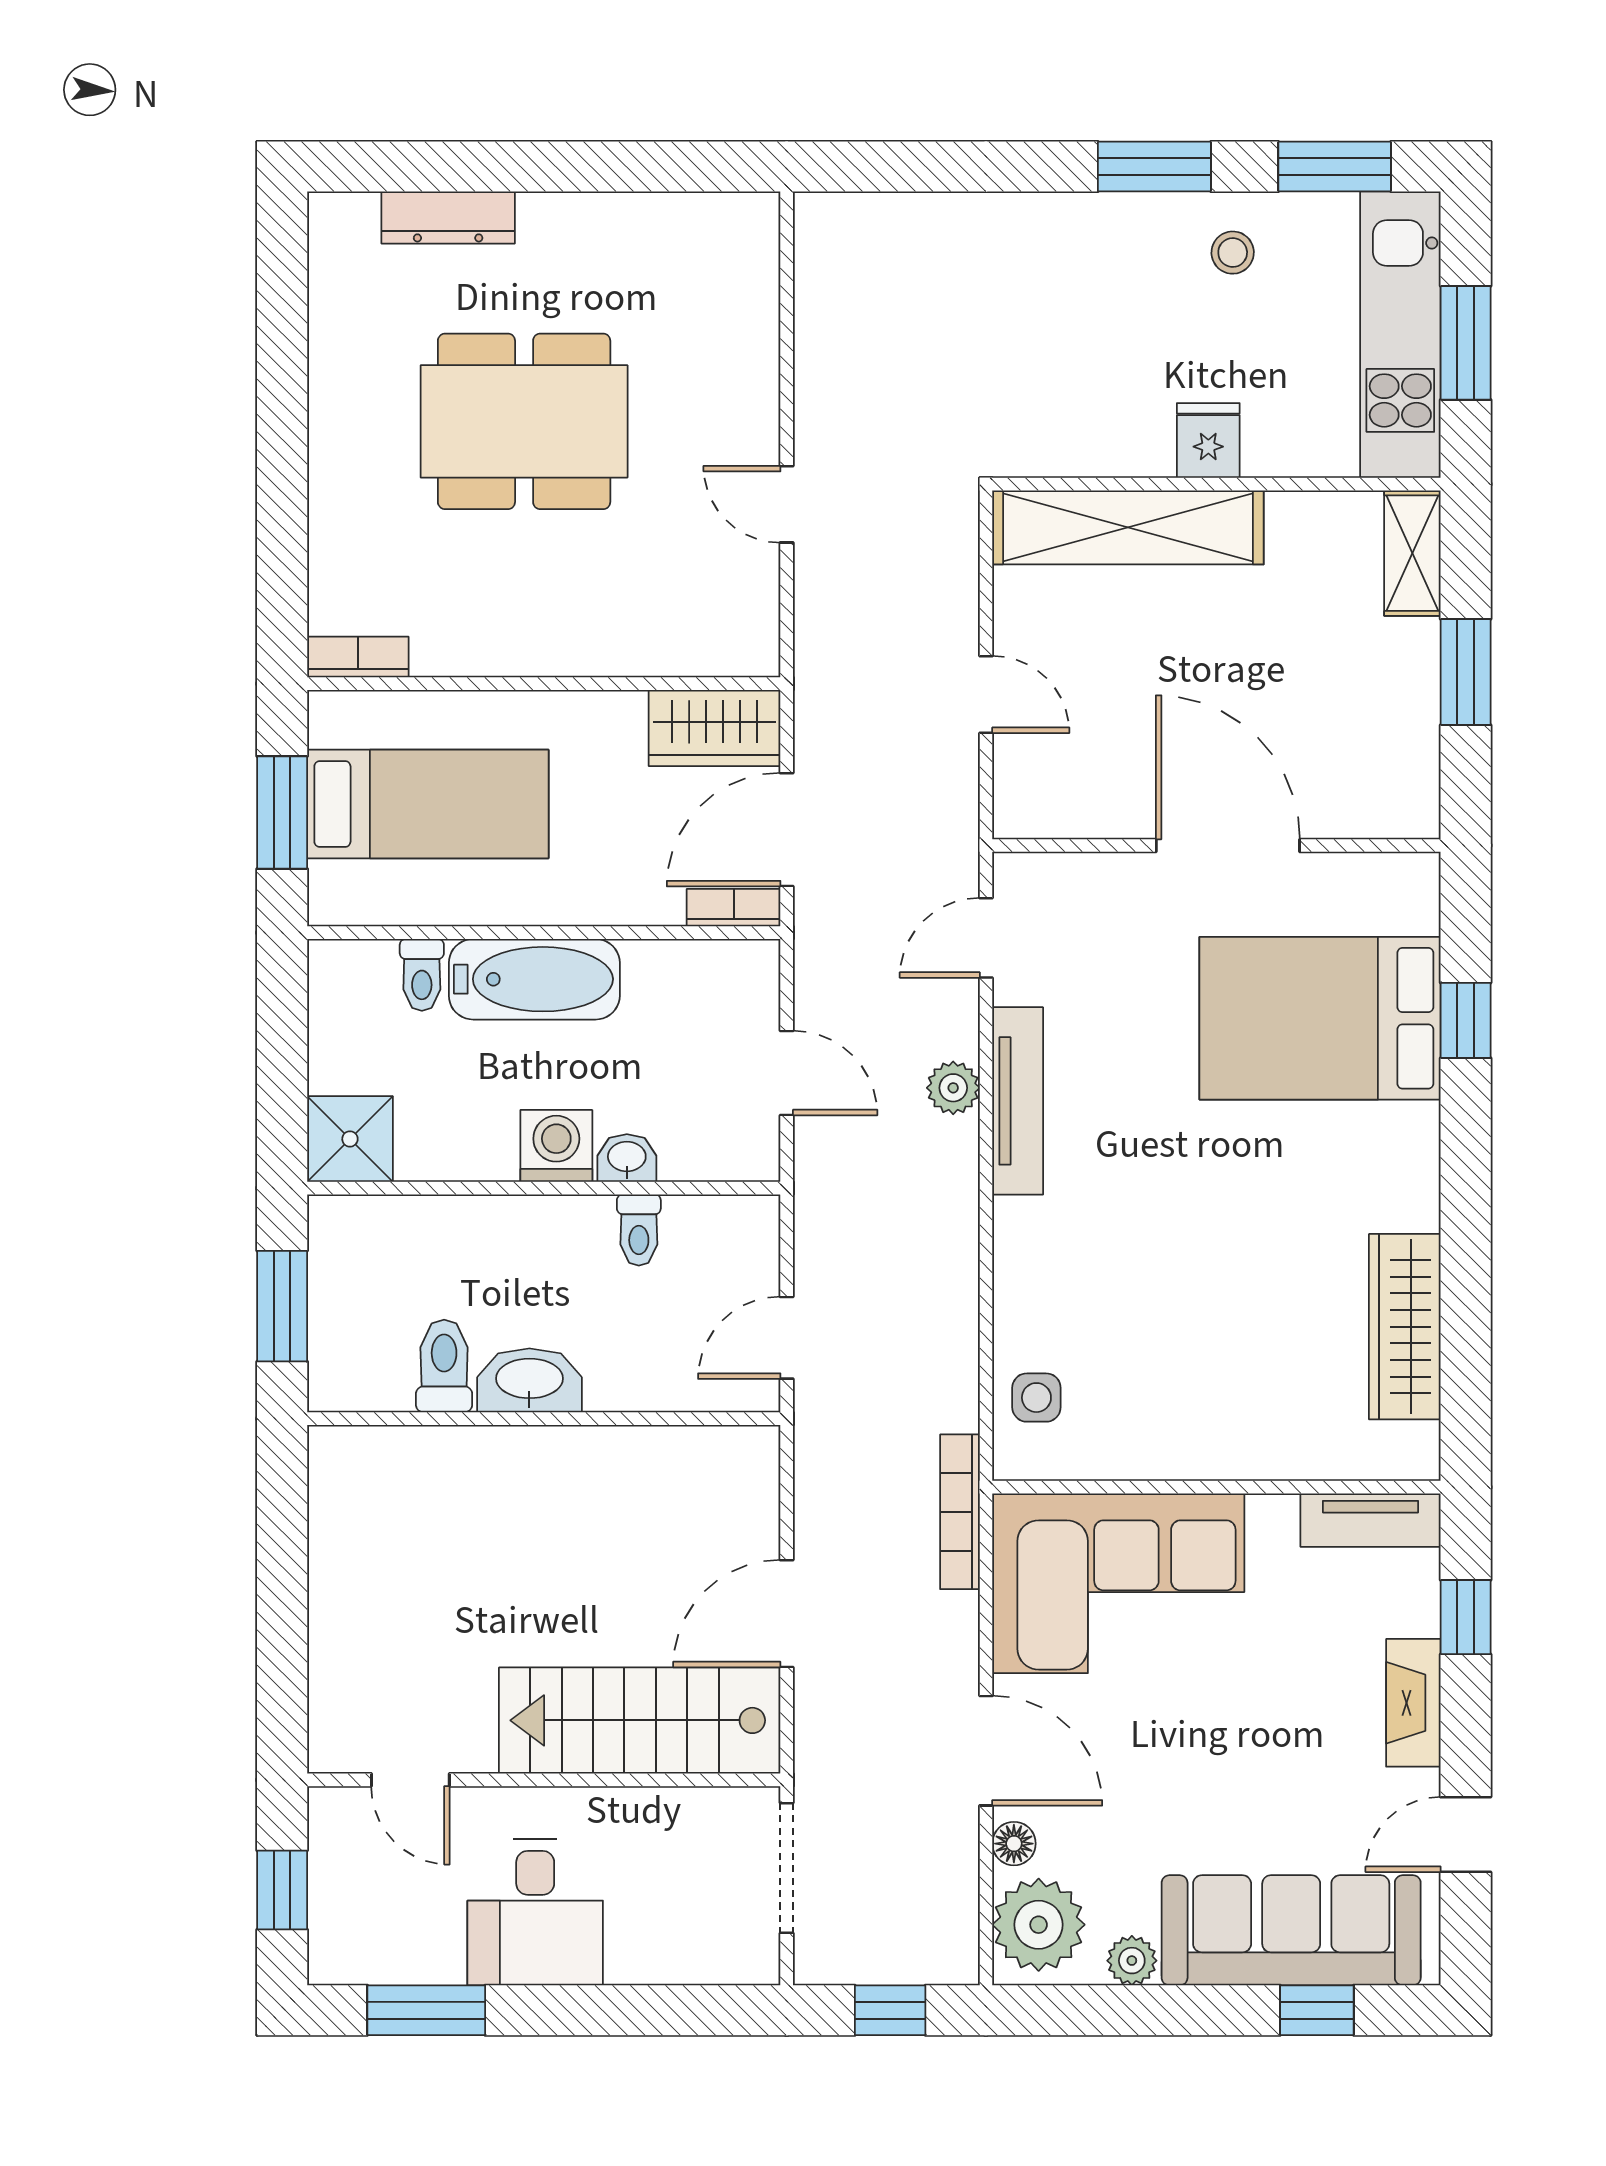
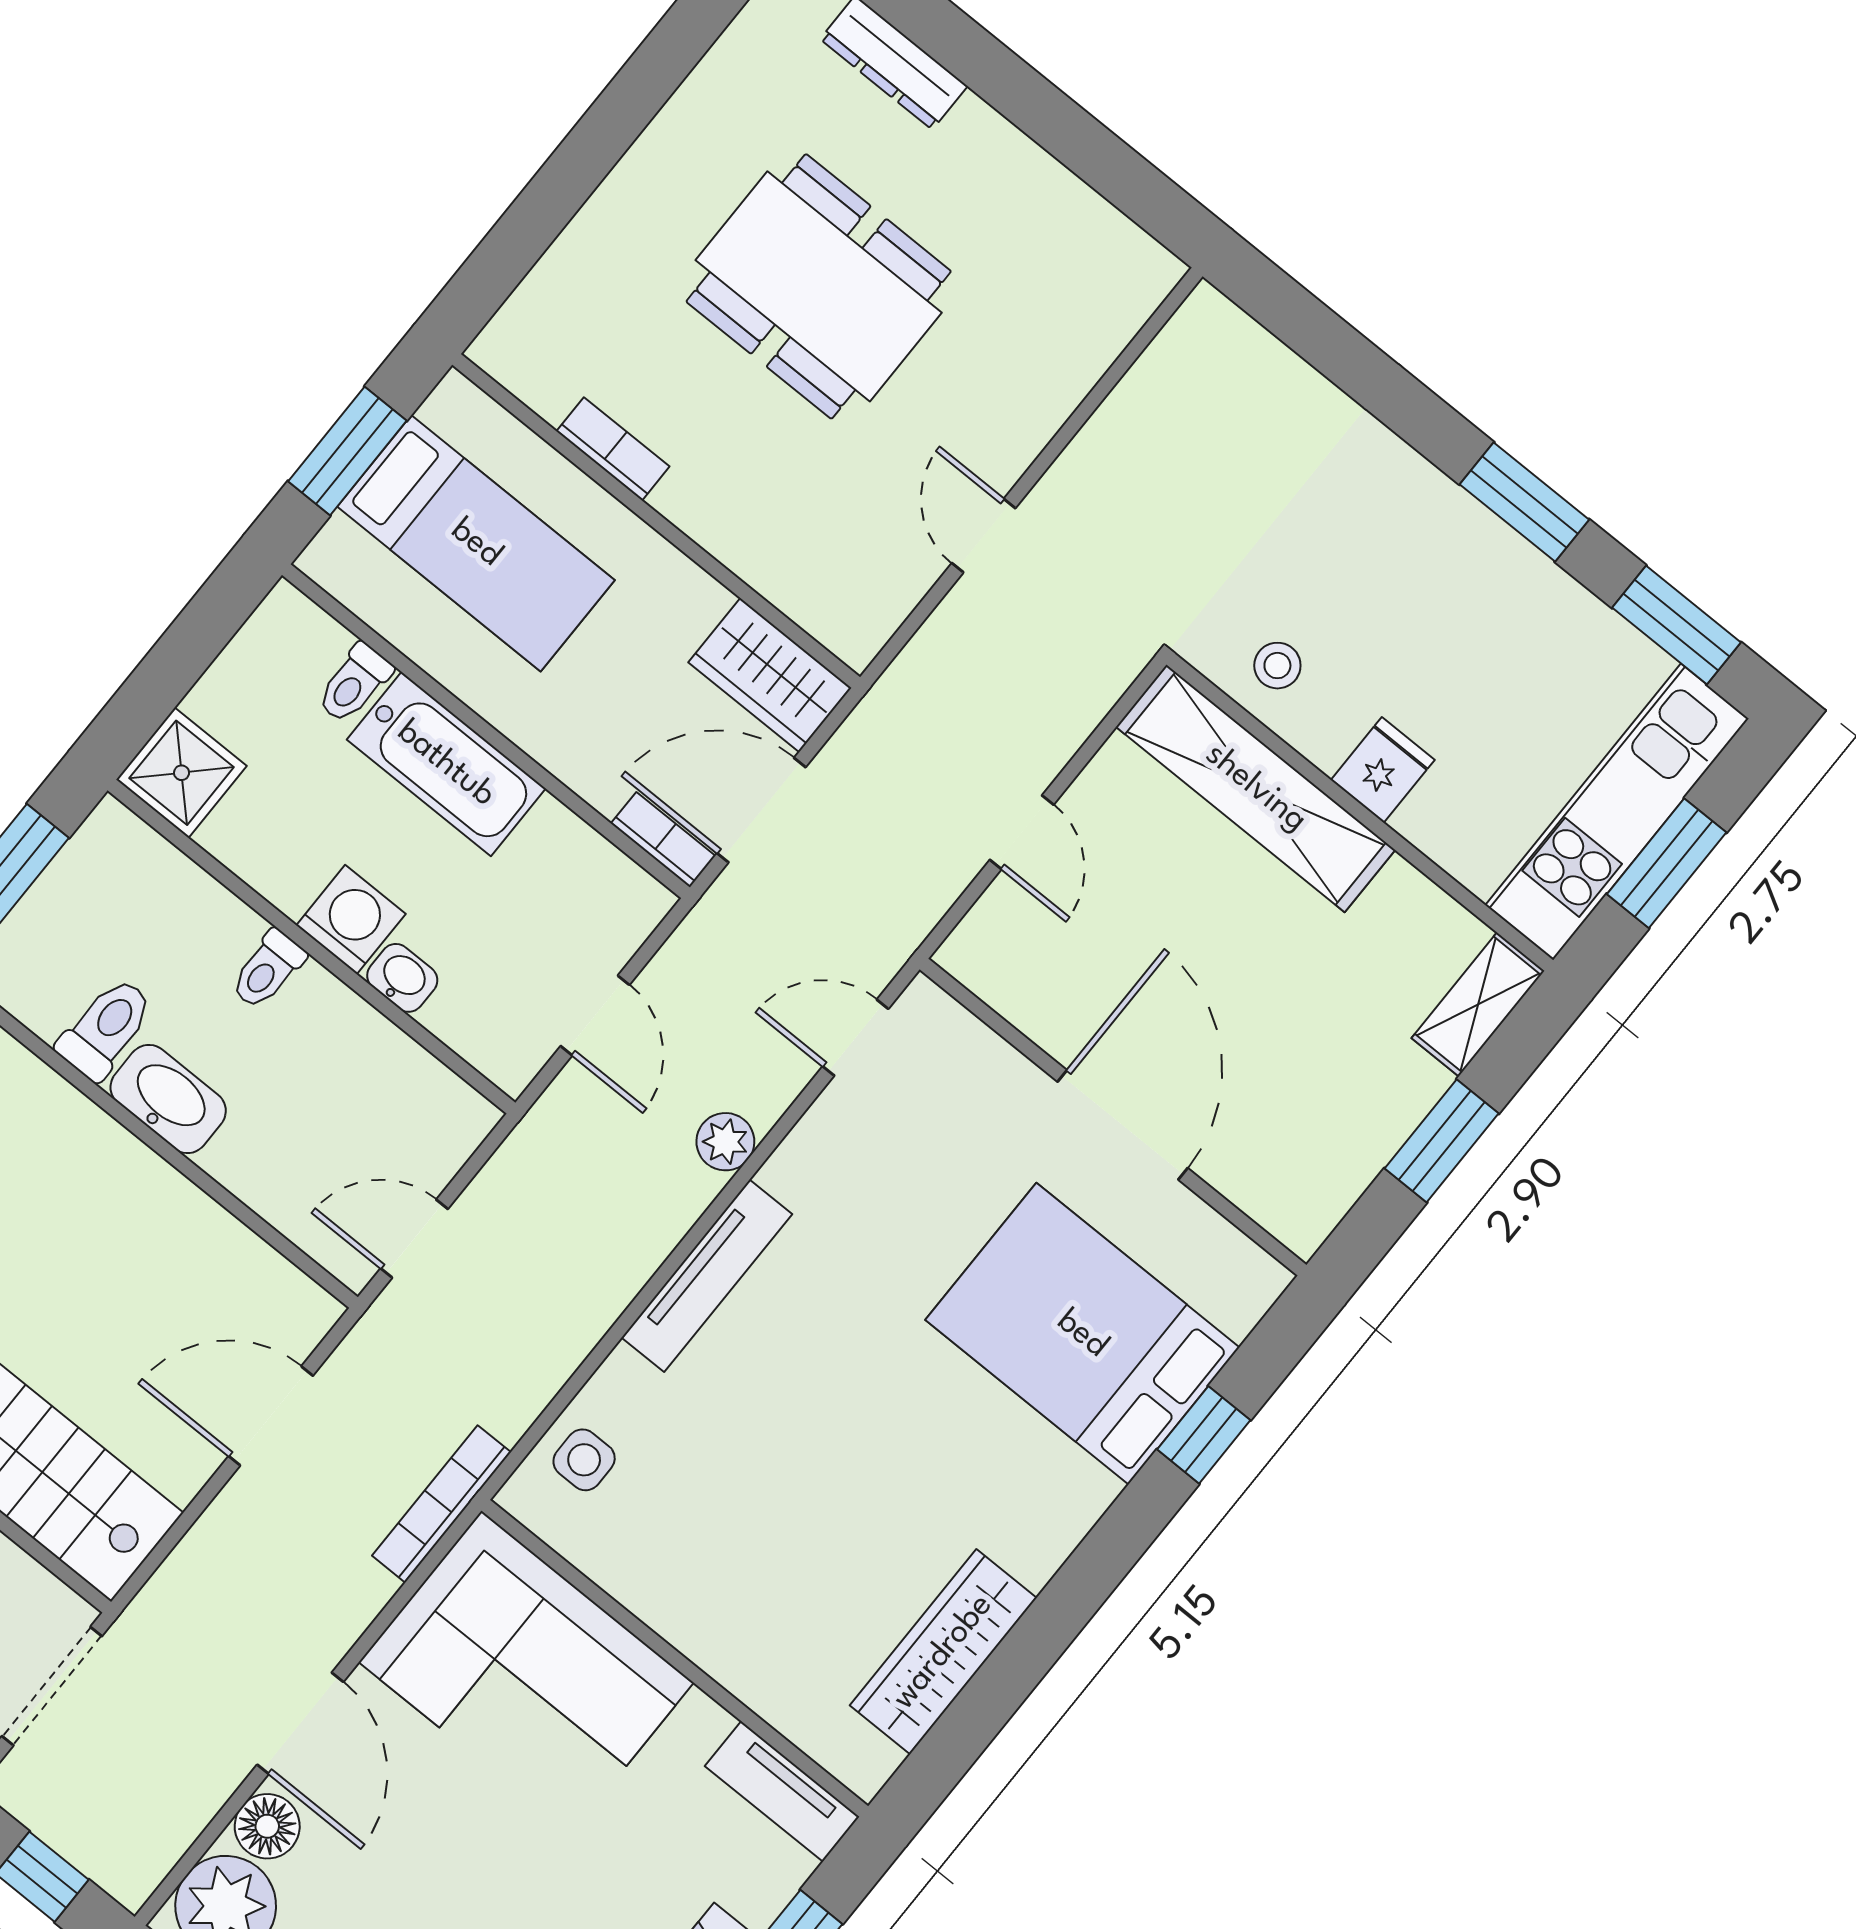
stool: (1233, 253) -> (1277, 666), moved
bookcase: (358, 657) -> (613, 449), moved
tv unit: (1018, 1101) -> (707, 1276), moved
toilet: (639, 1230) -> (268, 970), moved
door: (787, 1614) -> (271, 1416), moved
floor lamp: (1014, 1844) -> (267, 1826), width x1.37, depth x1.37

